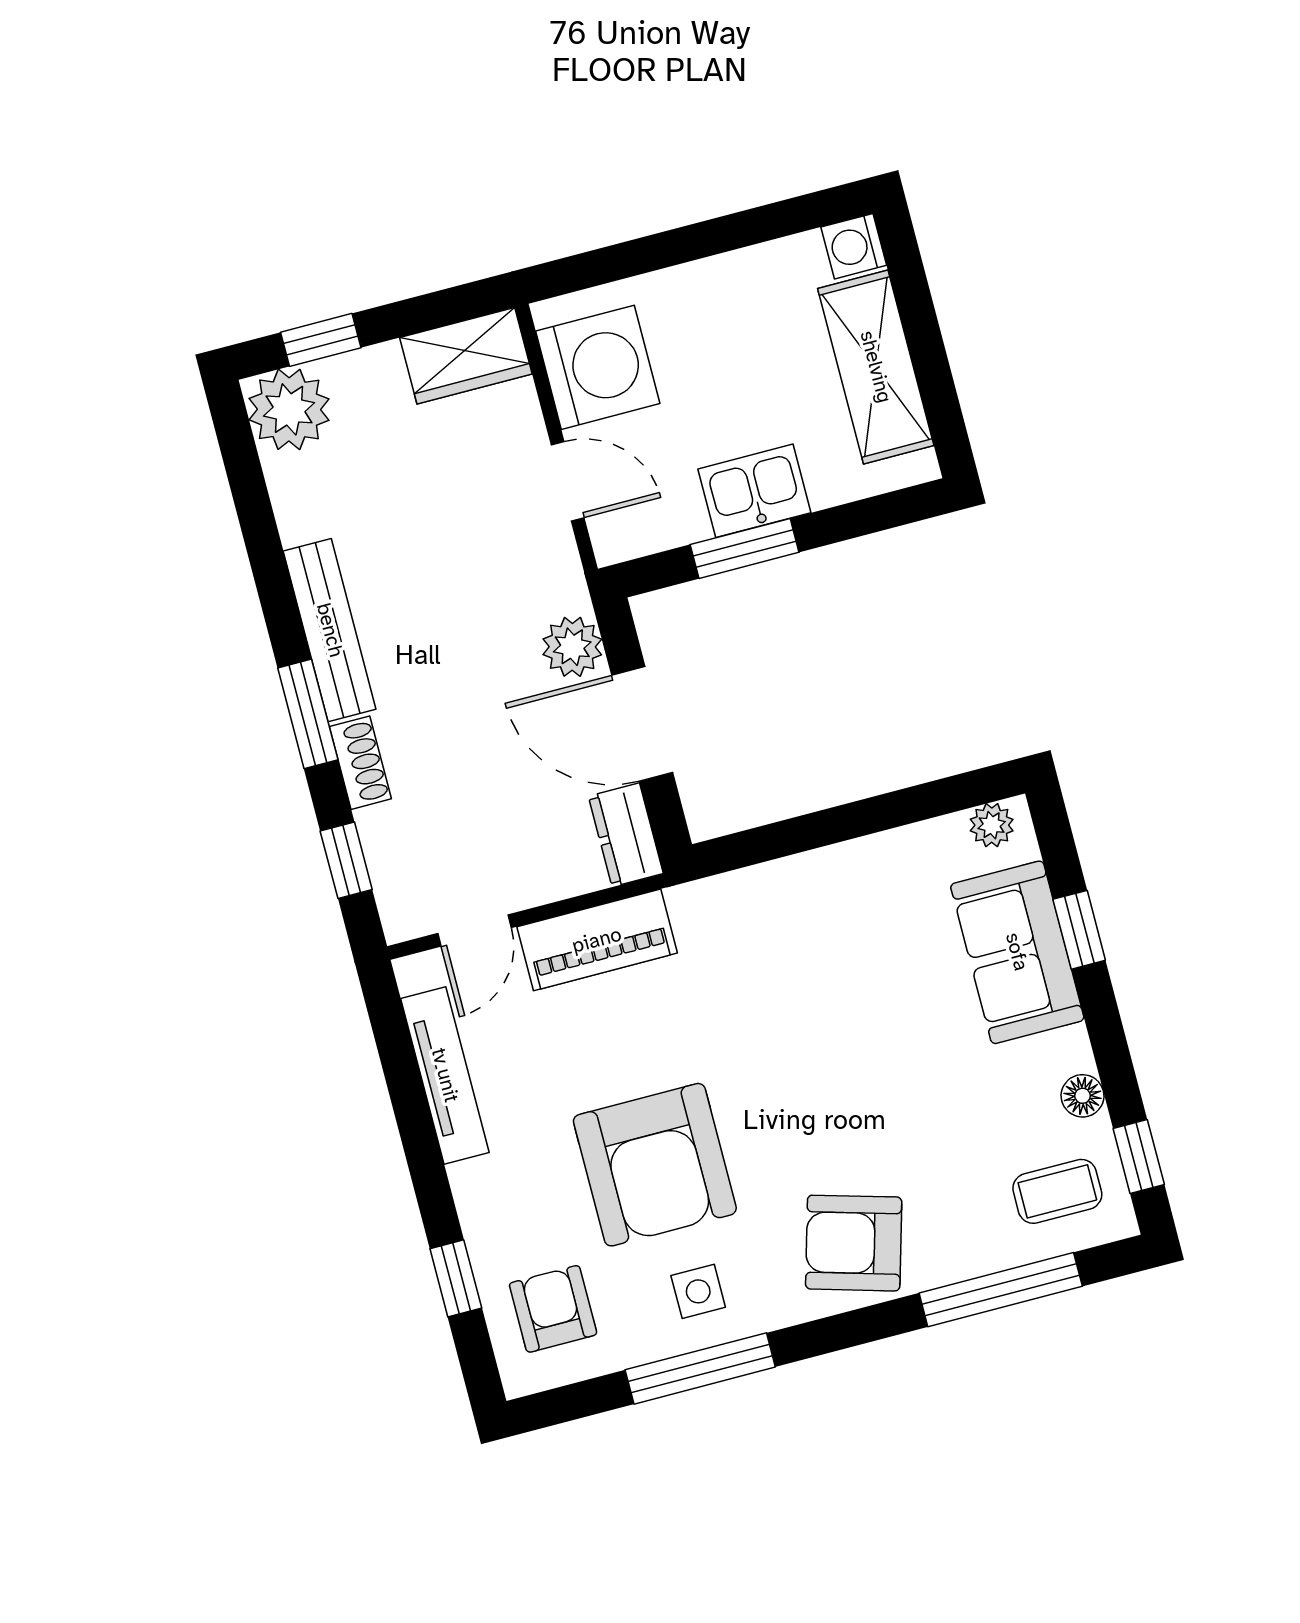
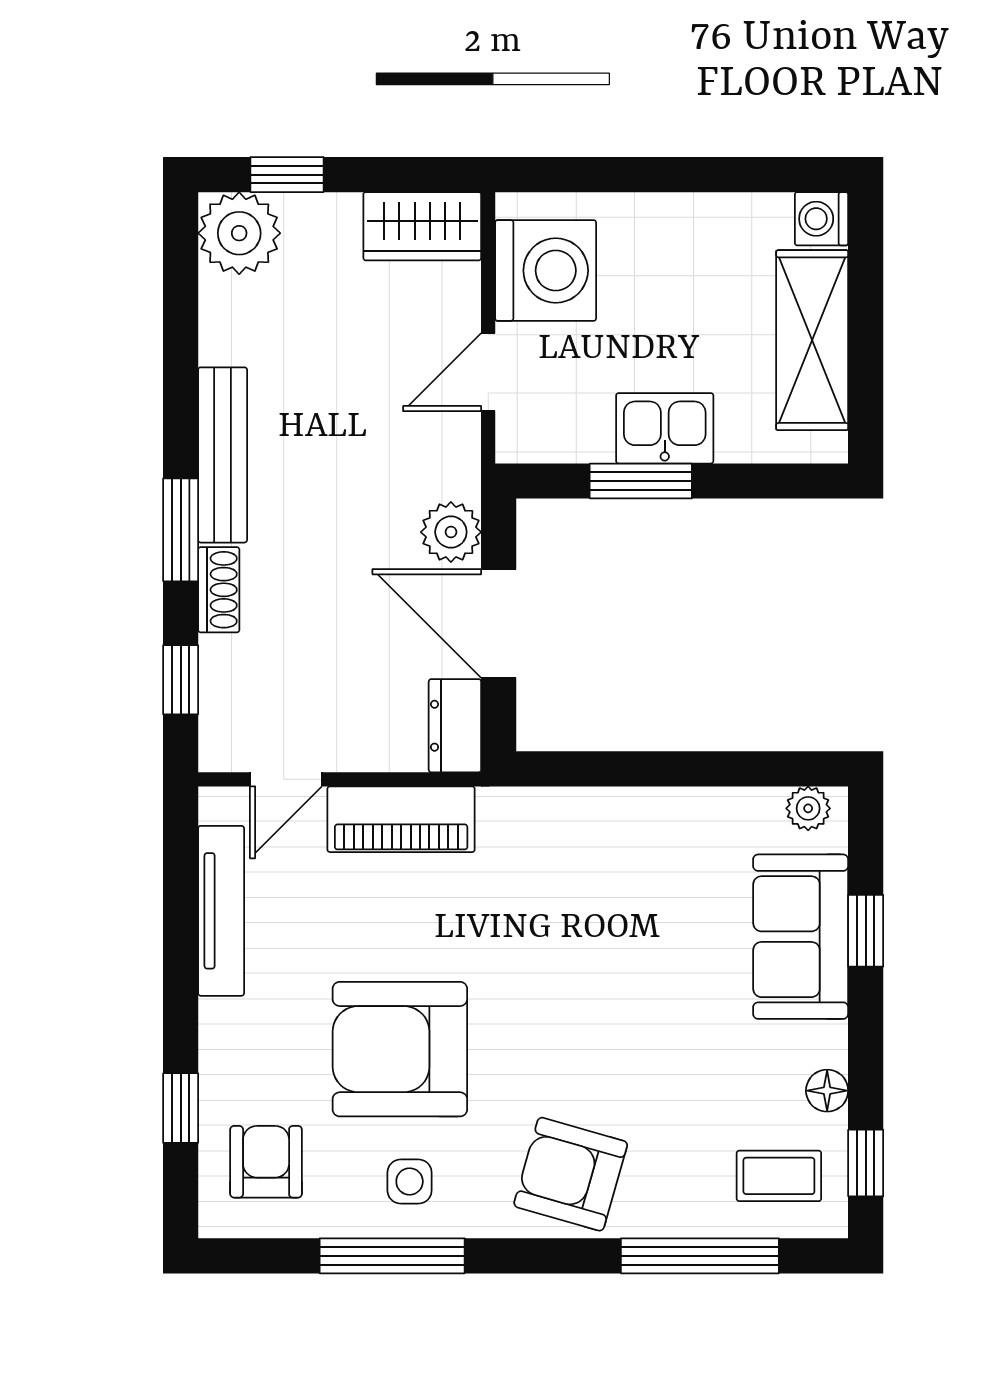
door: (568, 481) -> (488, 372), swing flipped
armchair: (655, 1165) -> (400, 1049), turned 90

